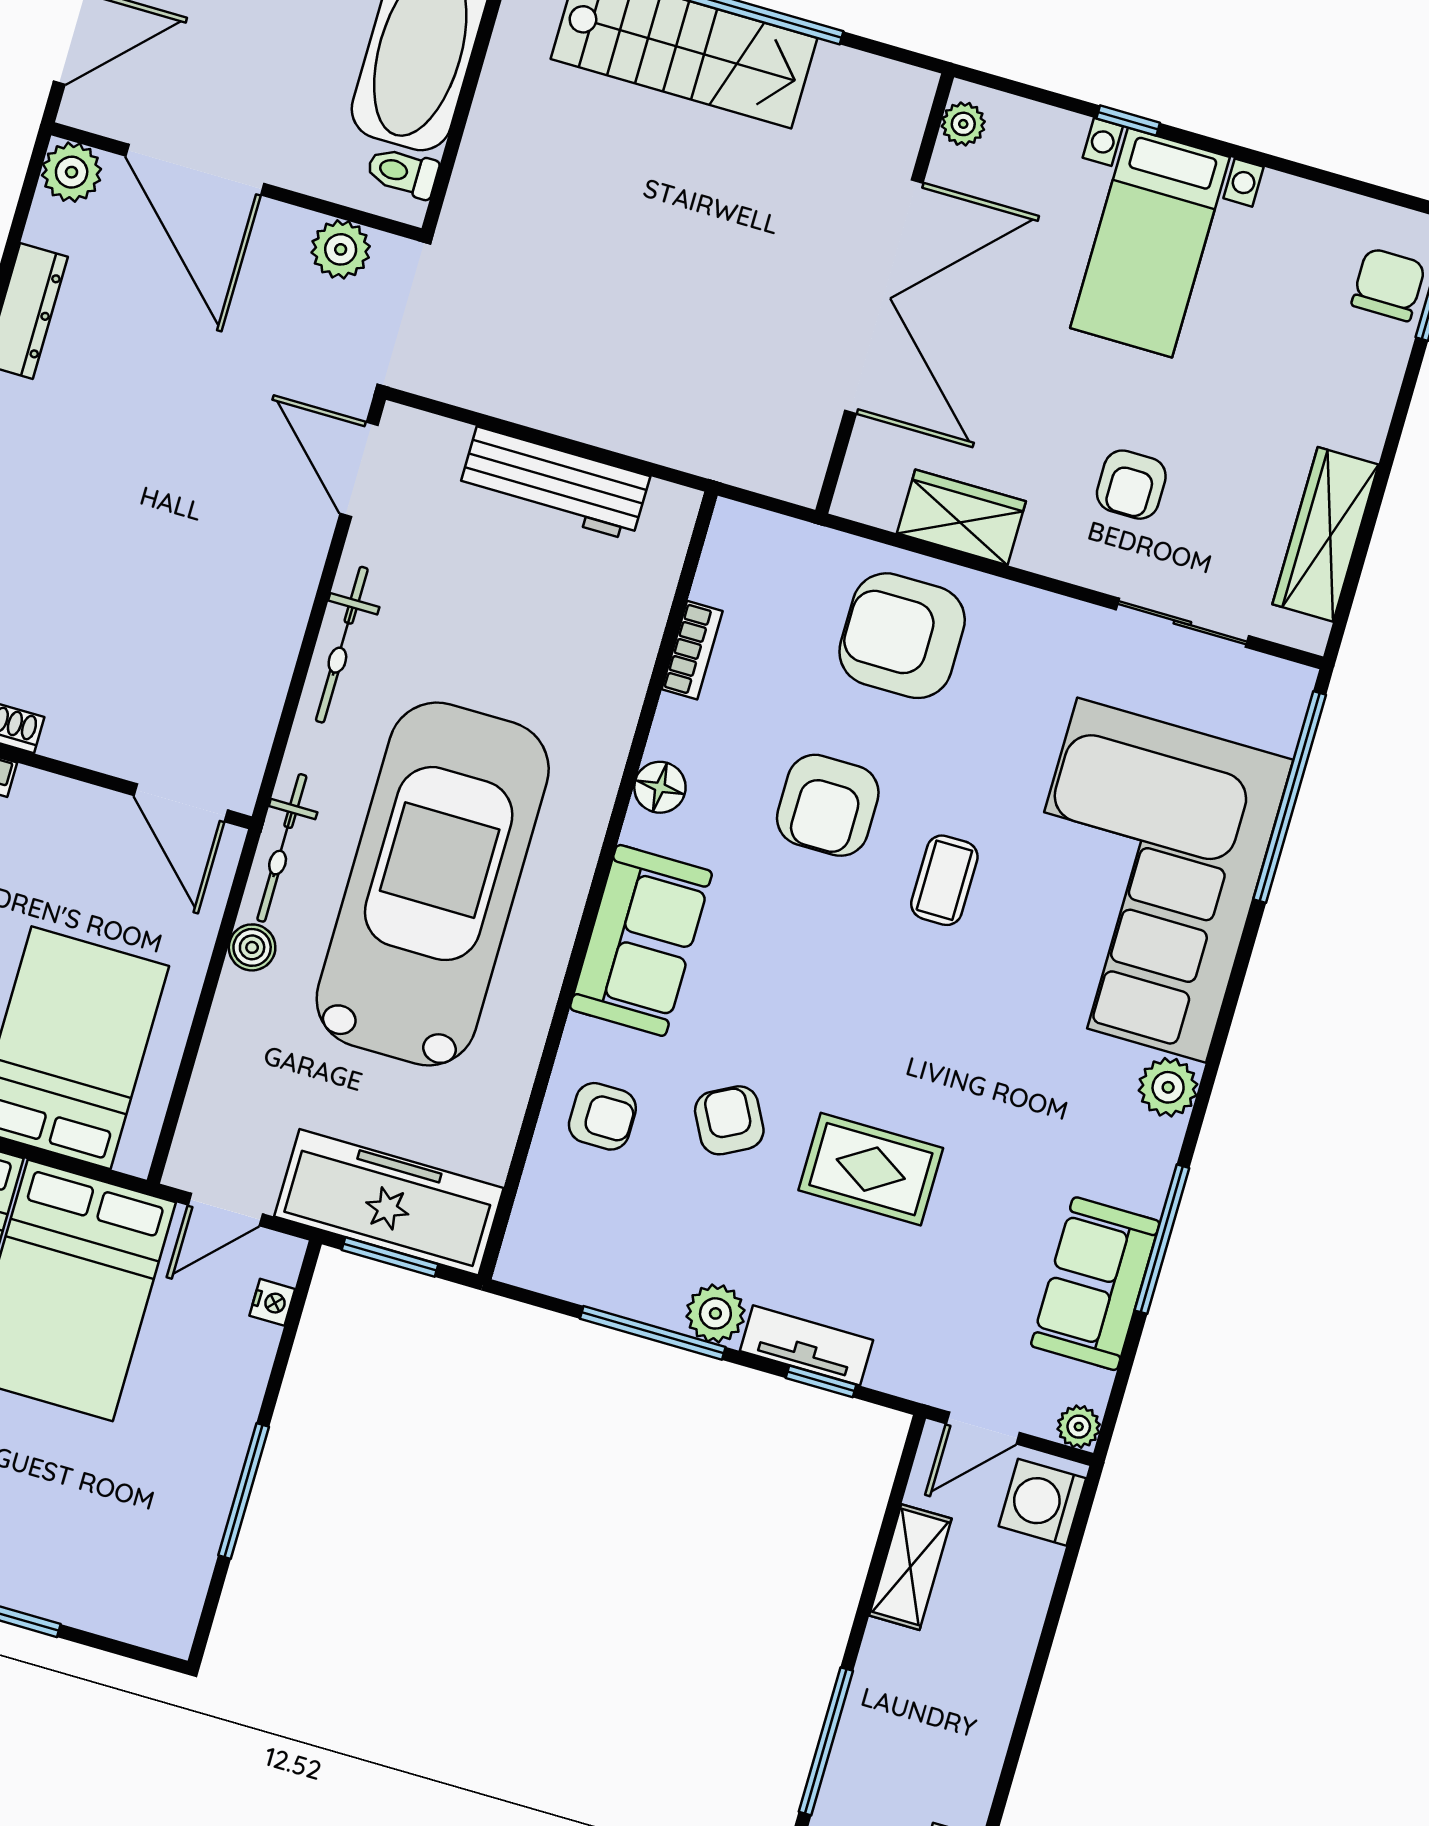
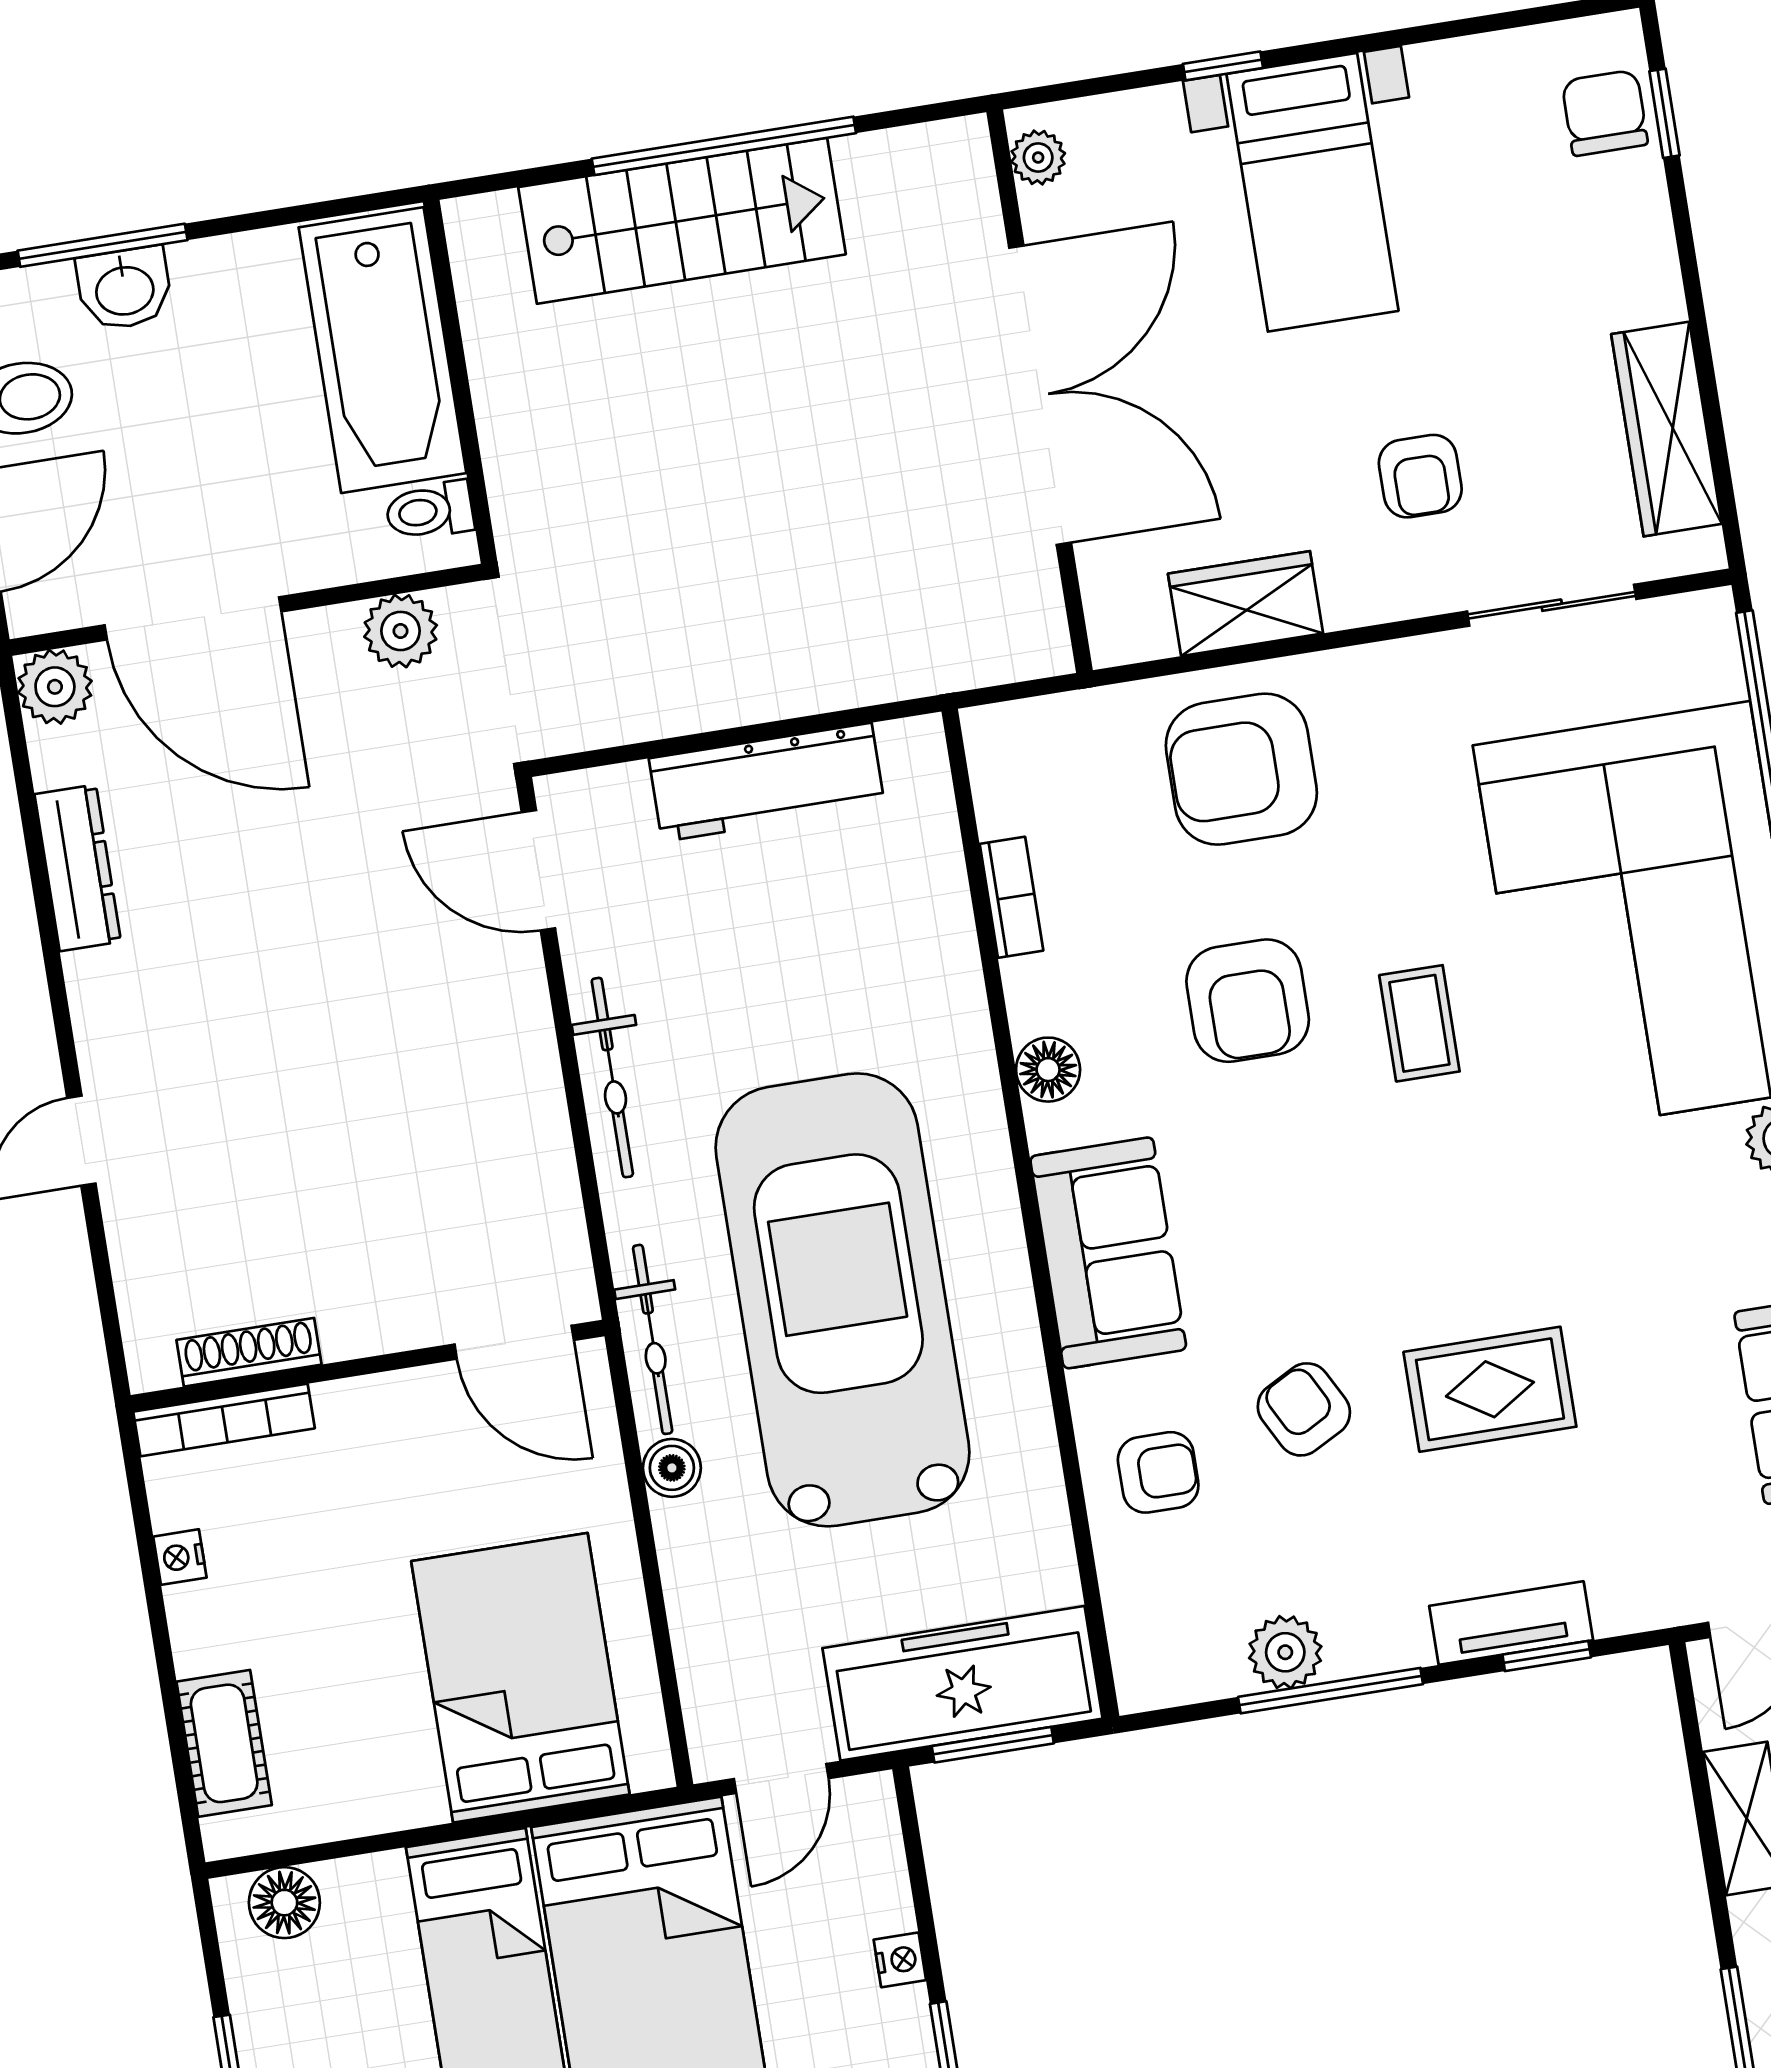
nightstand: (272, 1302) -> (900, 1960), moved
plant: (715, 1313) -> (1285, 1652), moved

